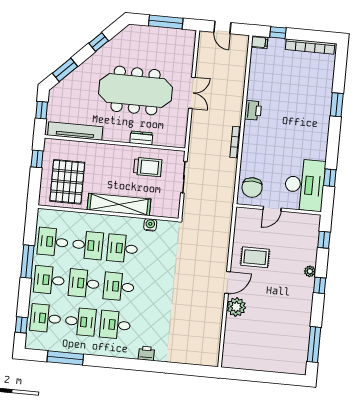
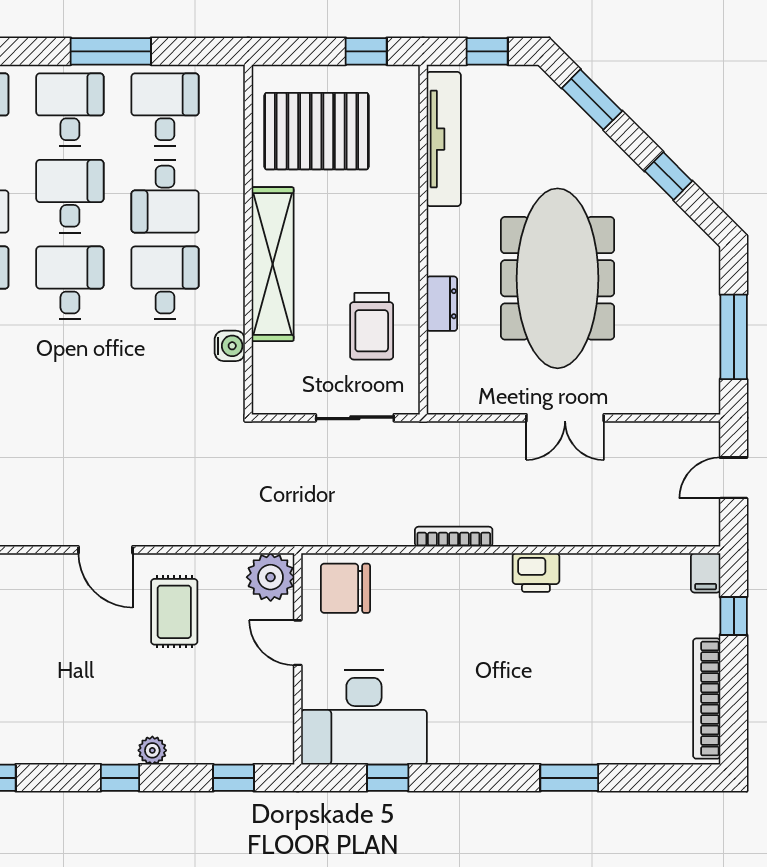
plant: (236, 307) -> (271, 577), moved

